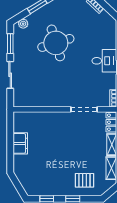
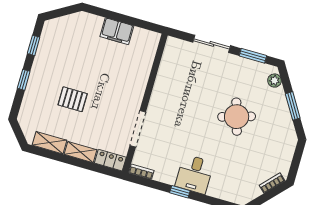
round table: (56, 43) -> (237, 117), width x0.73, depth x0.73
pallet: (84, 180) -> (73, 99), moved, turned 90

